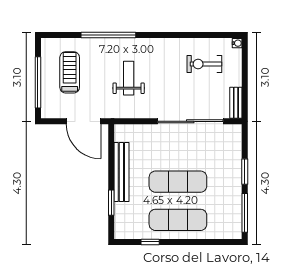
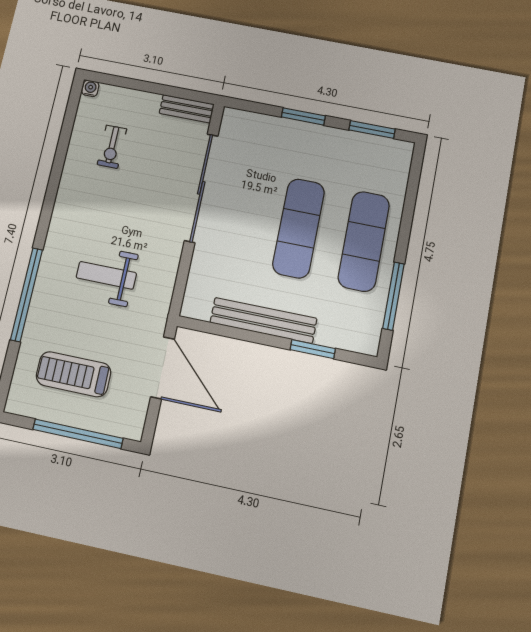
exercise bike: (204, 64) -> (112, 147), width x0.73, depth x0.72
door: (84, 121) -> (163, 368), hinge flipped
window: (245, 213) -> (372, 130), width x0.69
window: (150, 242) -> (394, 296), width x2.17

